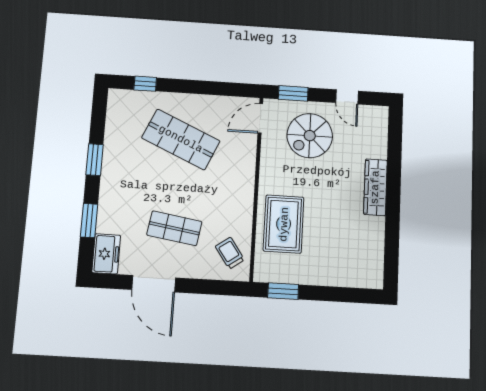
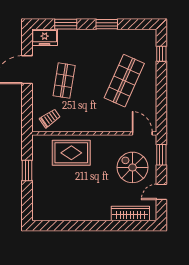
wardrobe: (375, 187) -> (130, 213), moved
window: (283, 291) -> (27, 171), moved

